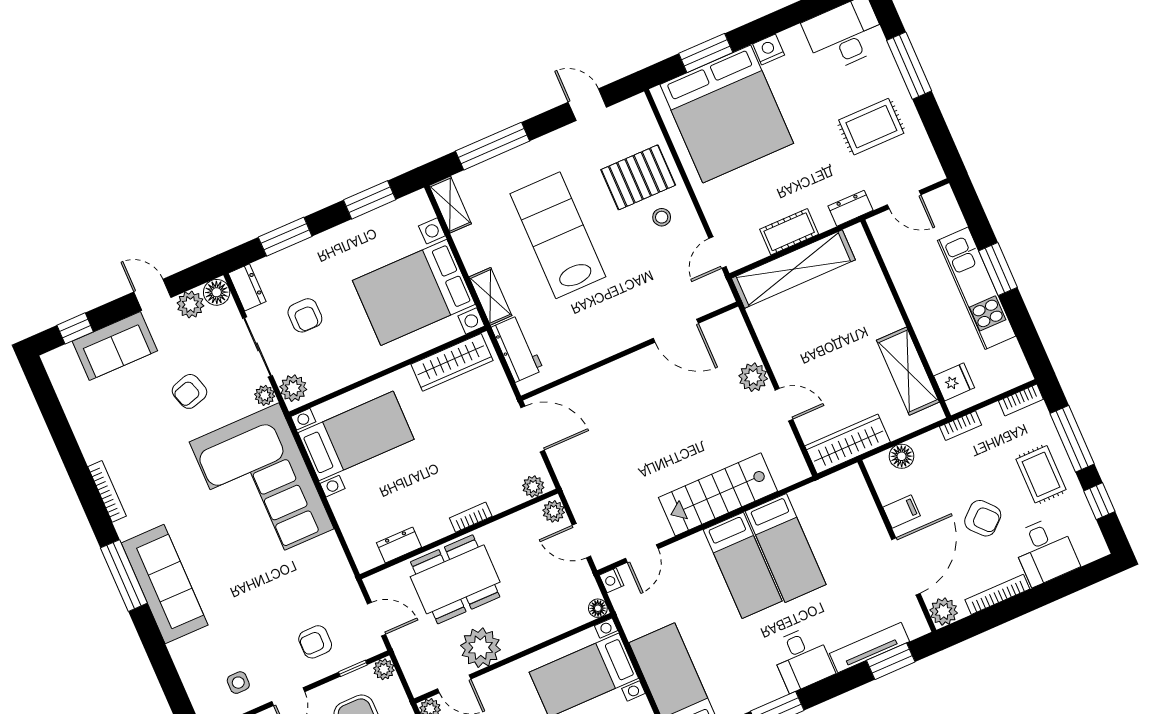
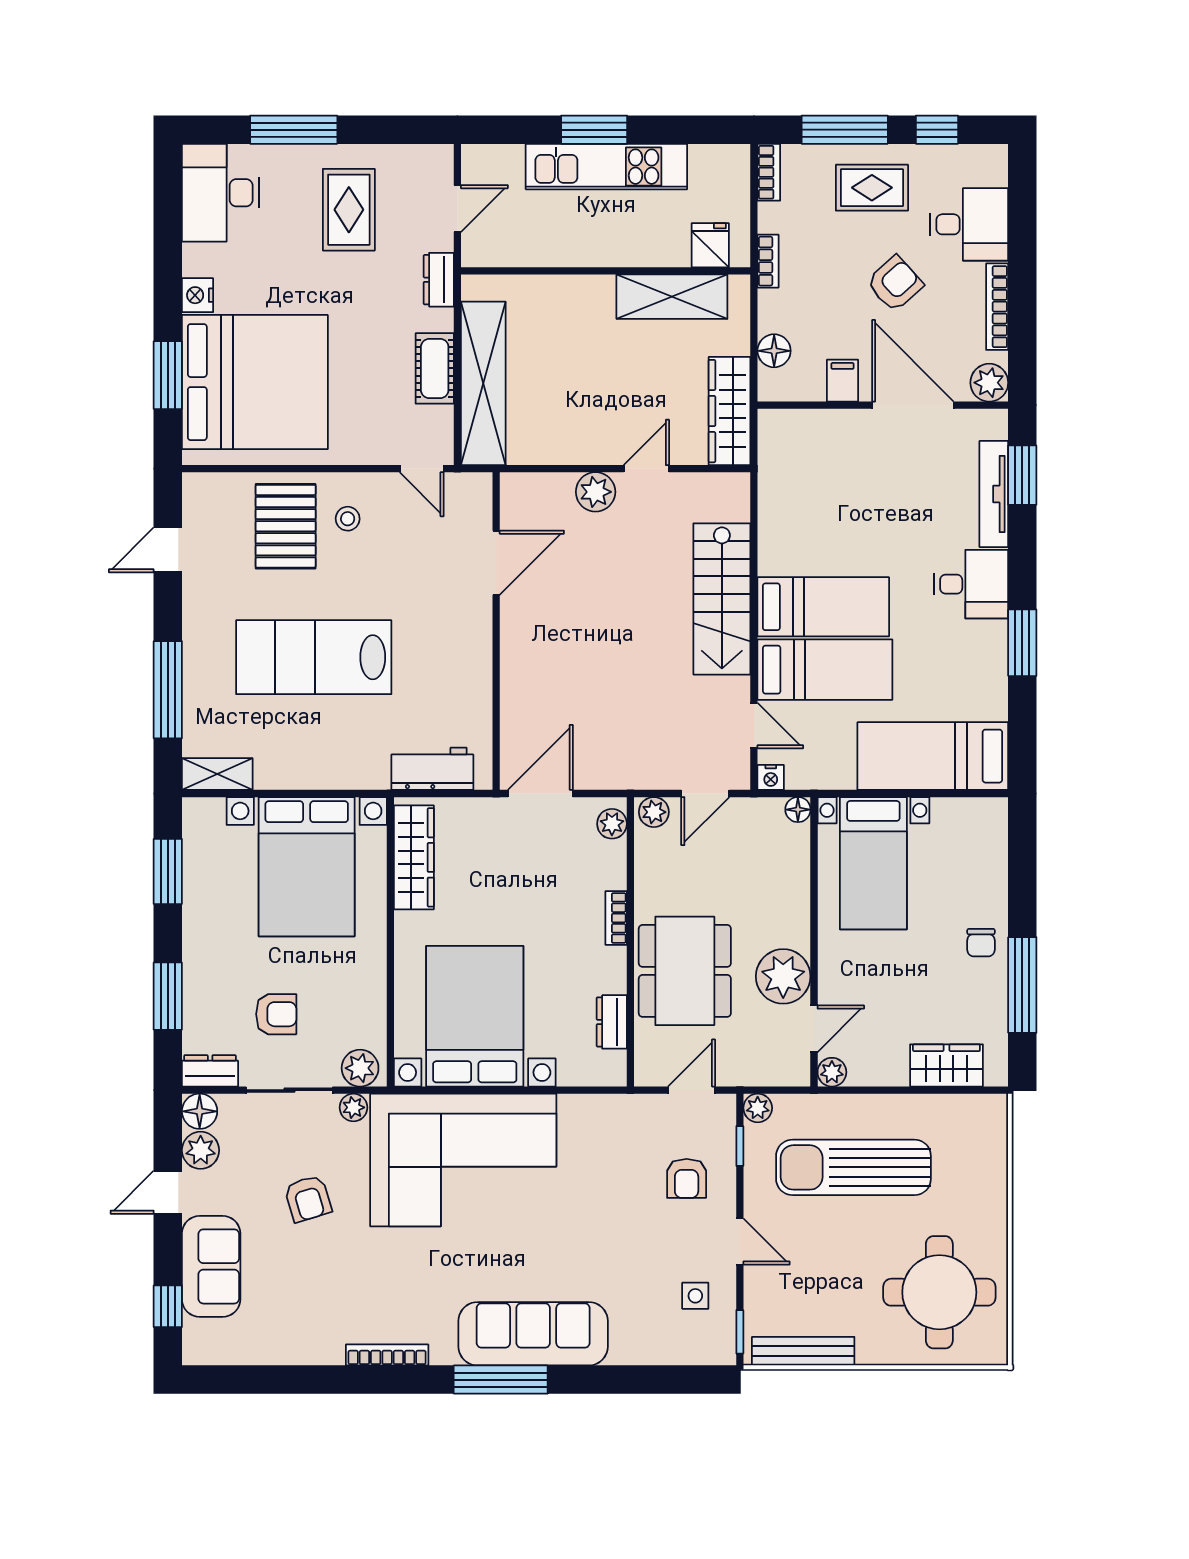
shelving: (490, 296) -> (353, 774), removed
bed with nightstands: (356, 436) -> (475, 1016), width x1.36
bed: (786, 548) -> (825, 670), moved

